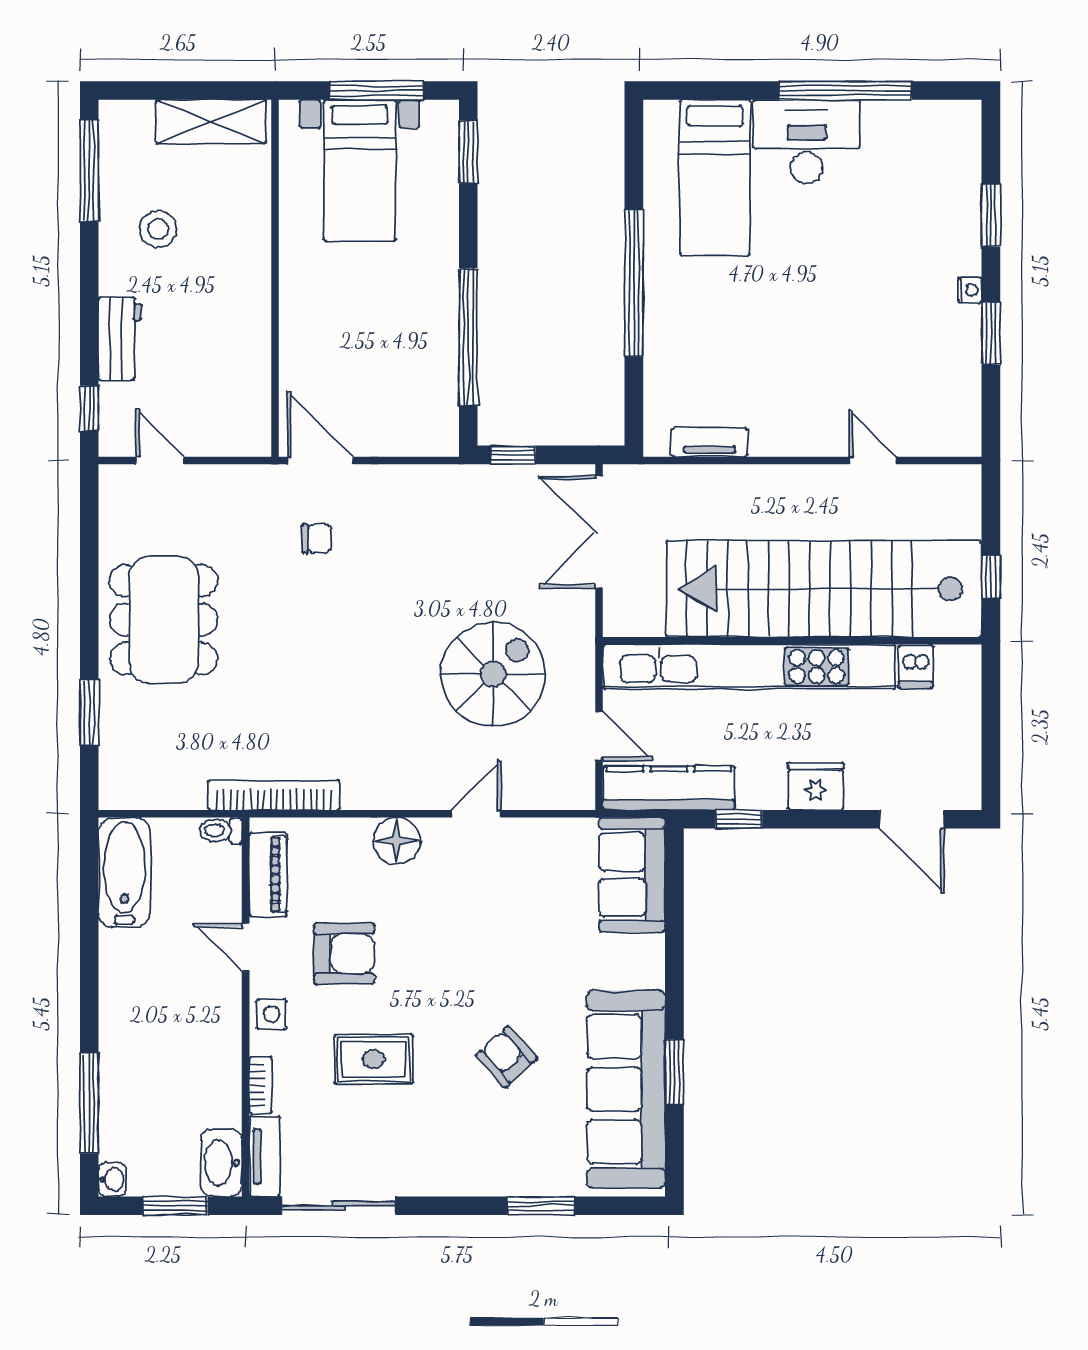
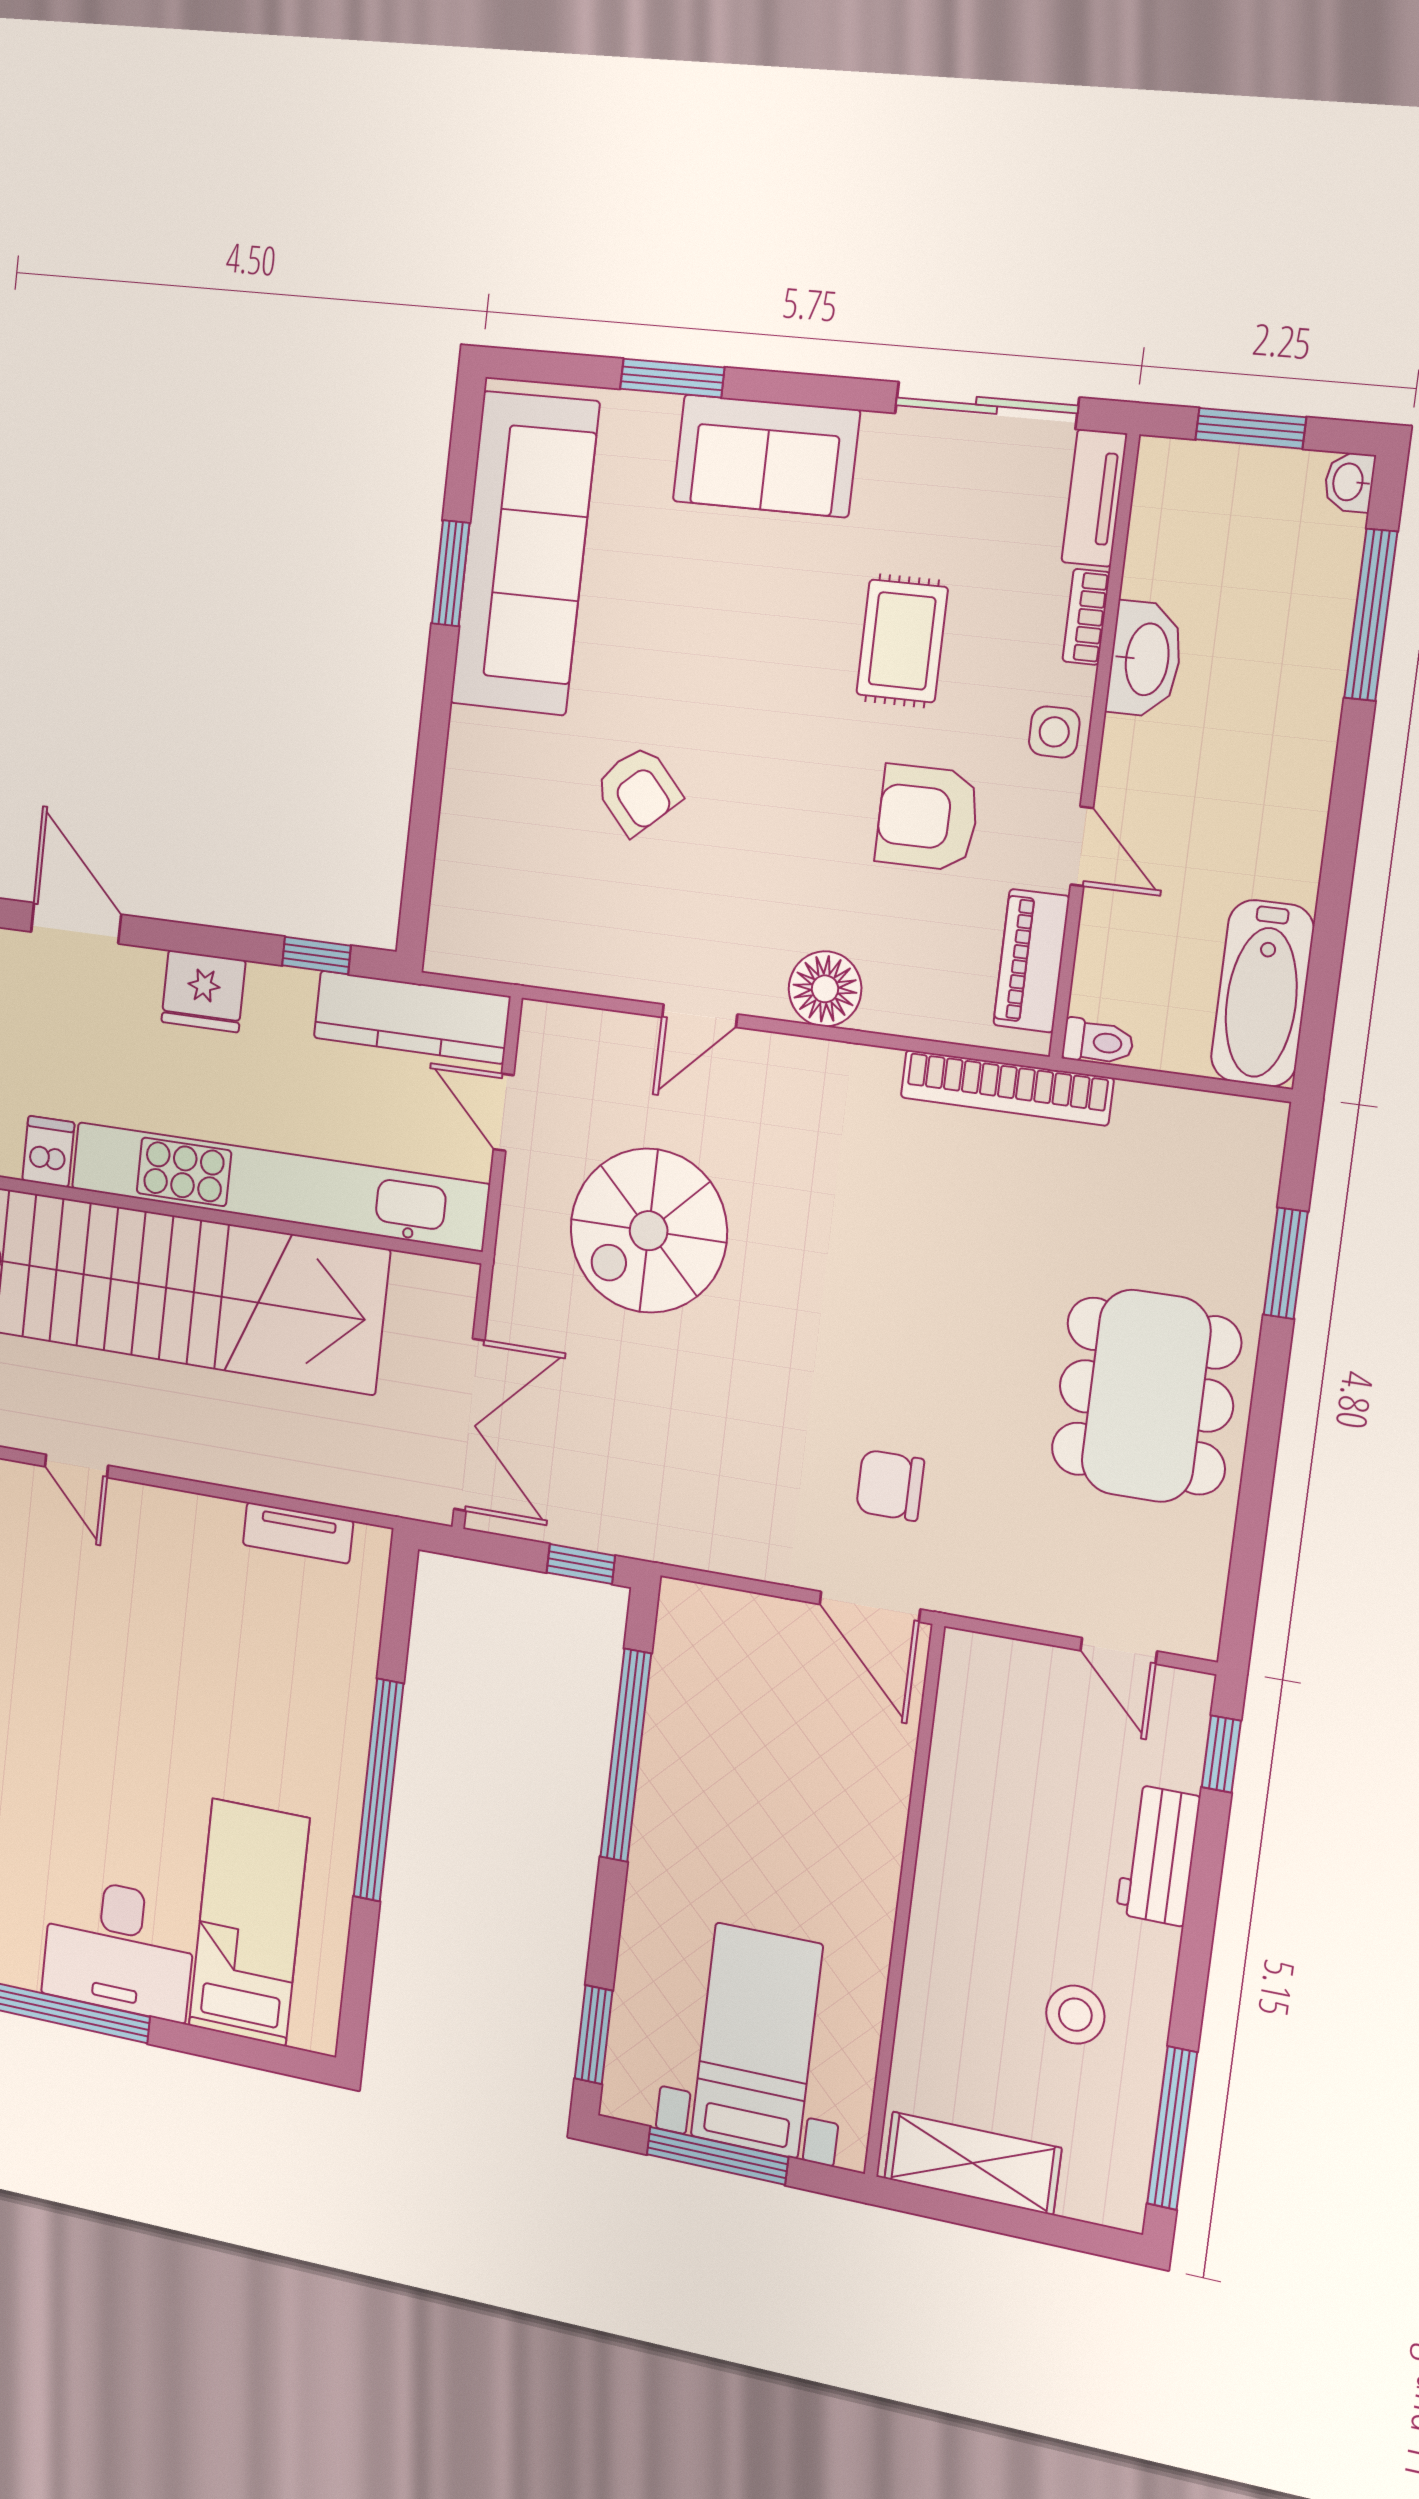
chair: (317, 539) -> (890, 1485), width x1.37, depth x1.37
sofa: (632, 875) -> (766, 456), moved, turned 90
armchair: (507, 1057) -> (638, 790), moved
rug: (374, 1059) -> (902, 641), turned 90
washbasin: (221, 1163) -> (1145, 659), moved

